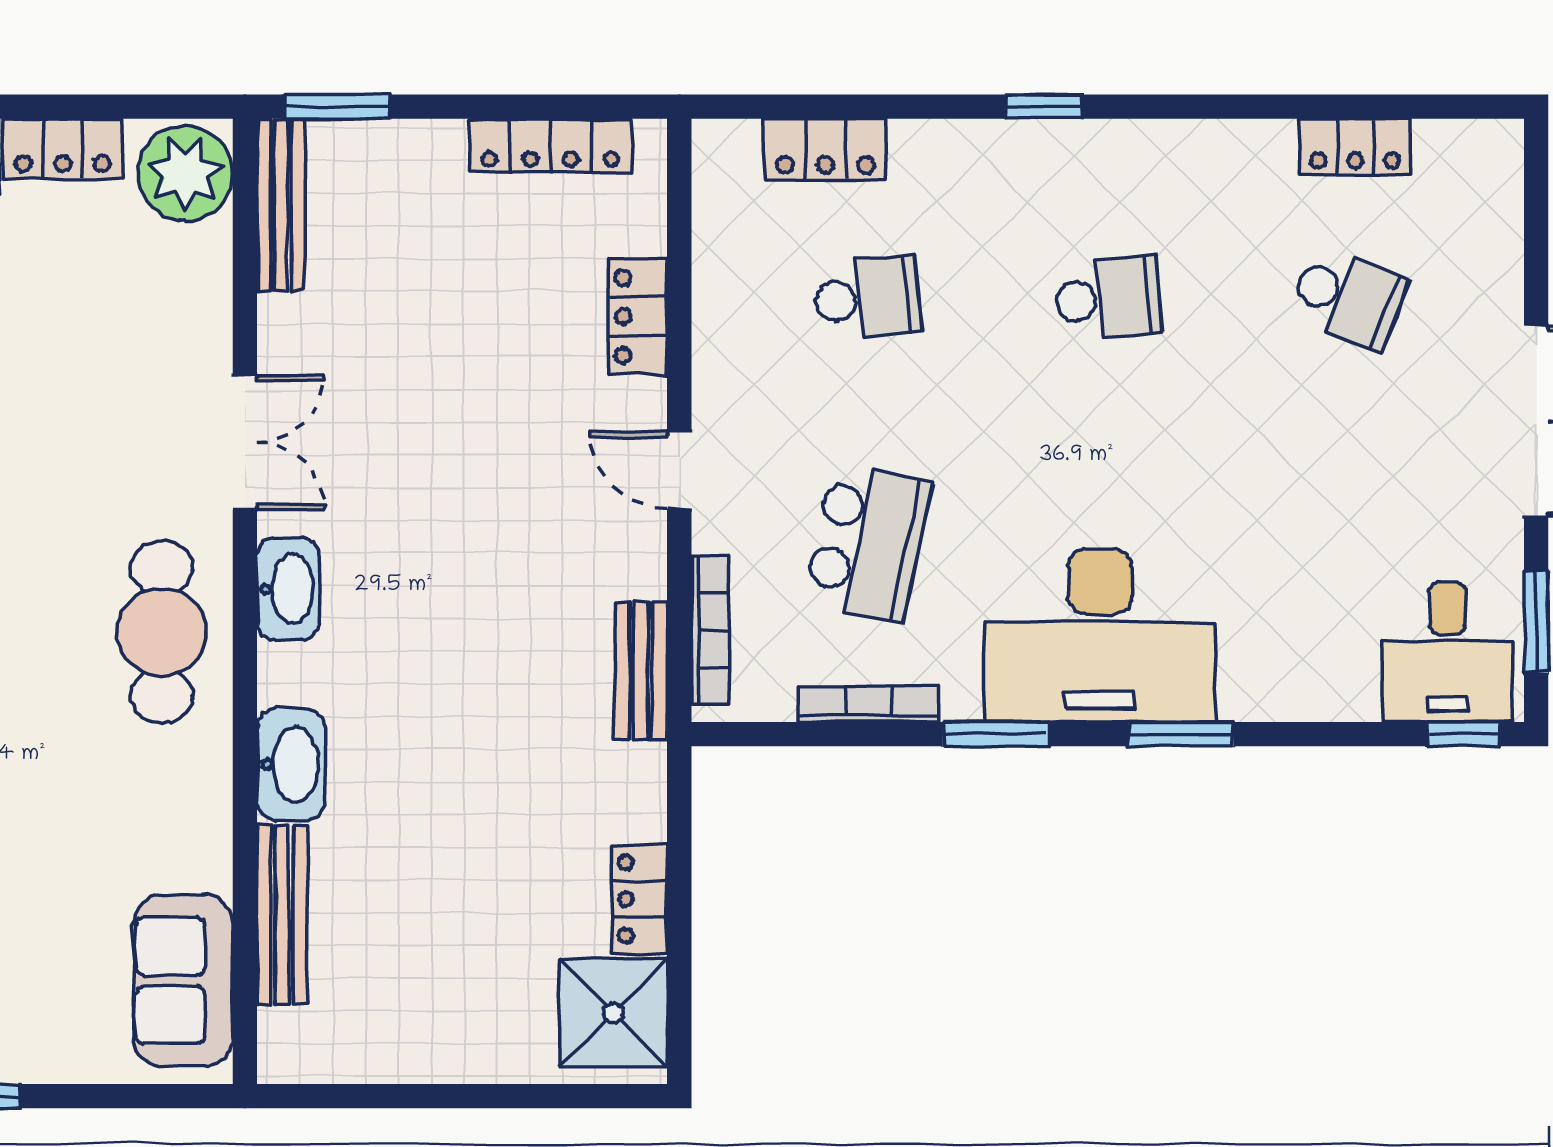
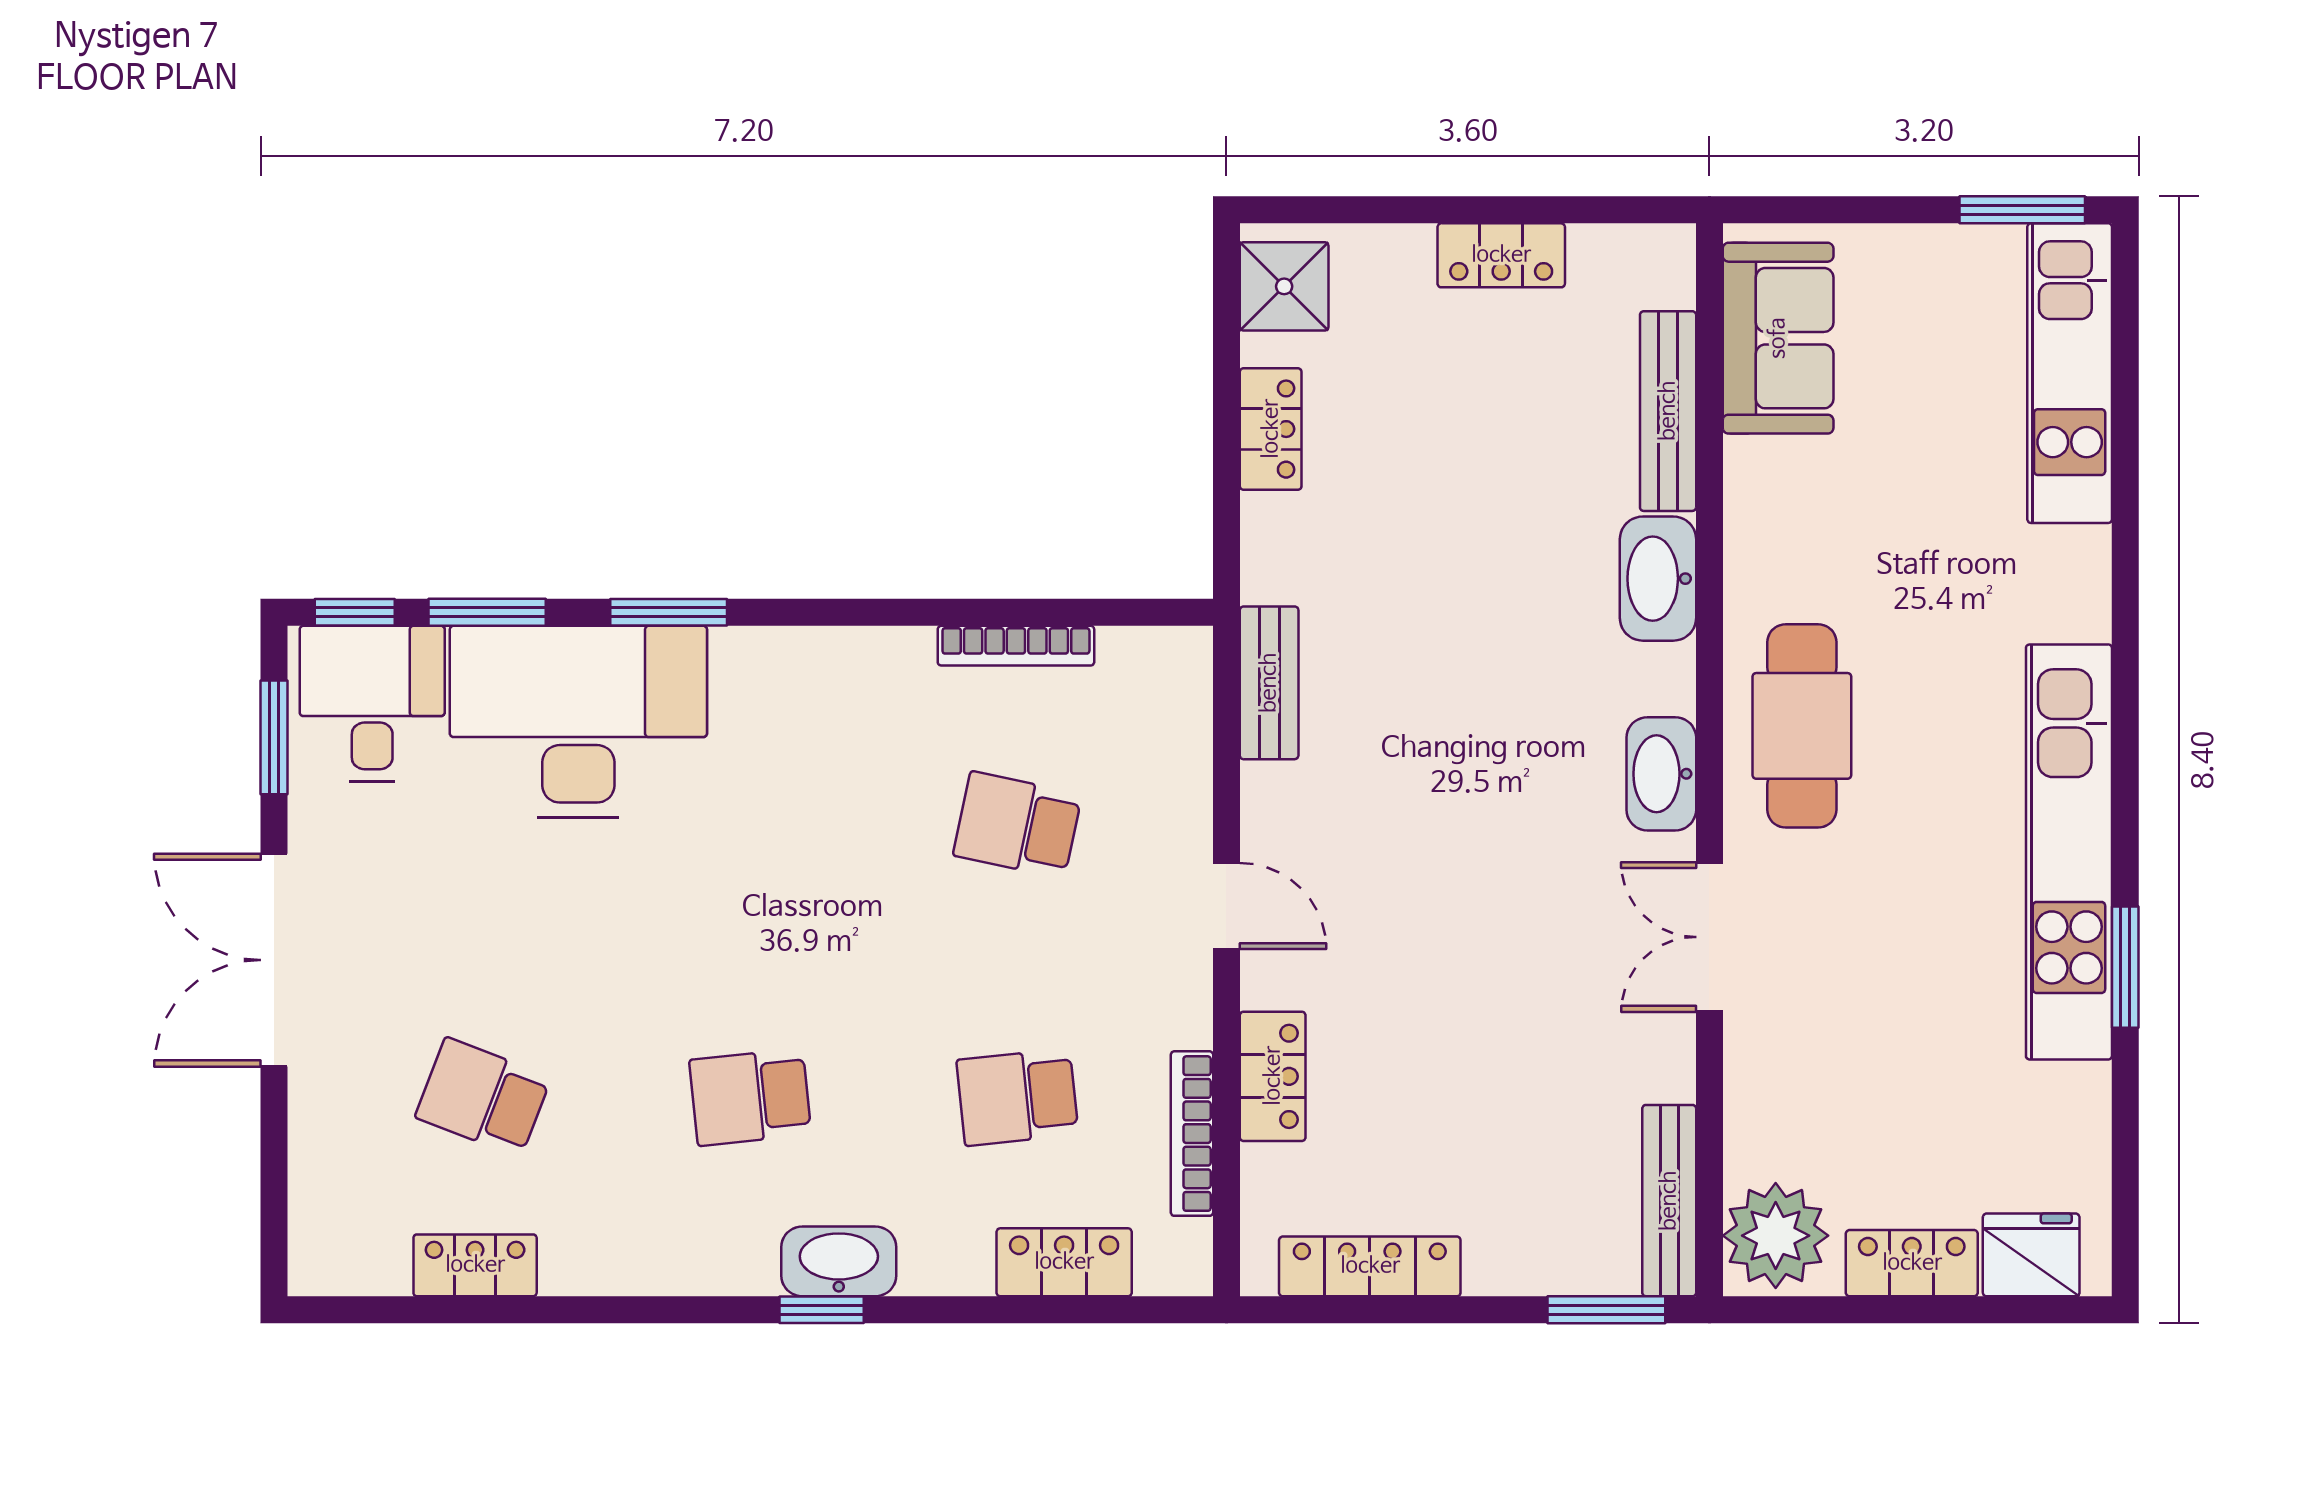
washbasin: (1028, 150) -> (839, 1261), added
school desk: (867, 543) -> (1017, 825), width x0.54
bookcase: (710, 630) -> (1192, 1134), moved
desk: (1100, 636) -> (578, 722), moved
window: (996, 734) -> (487, 612), moved
shower: (613, 1013) -> (1284, 286), width x0.73, depth x0.73
locker: (432, 1055) -> (1501, 255), added

